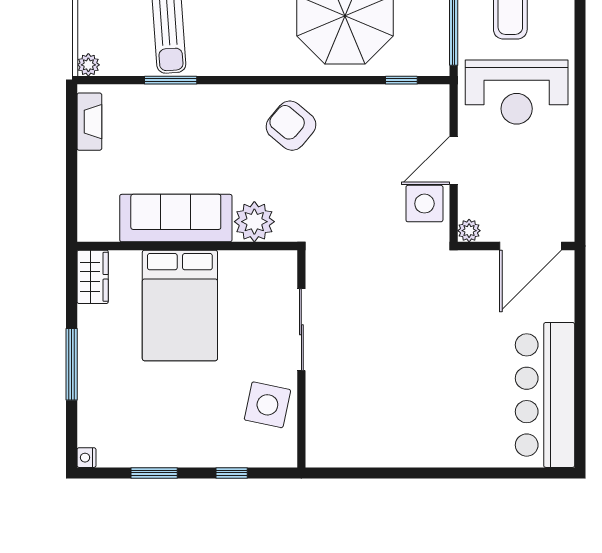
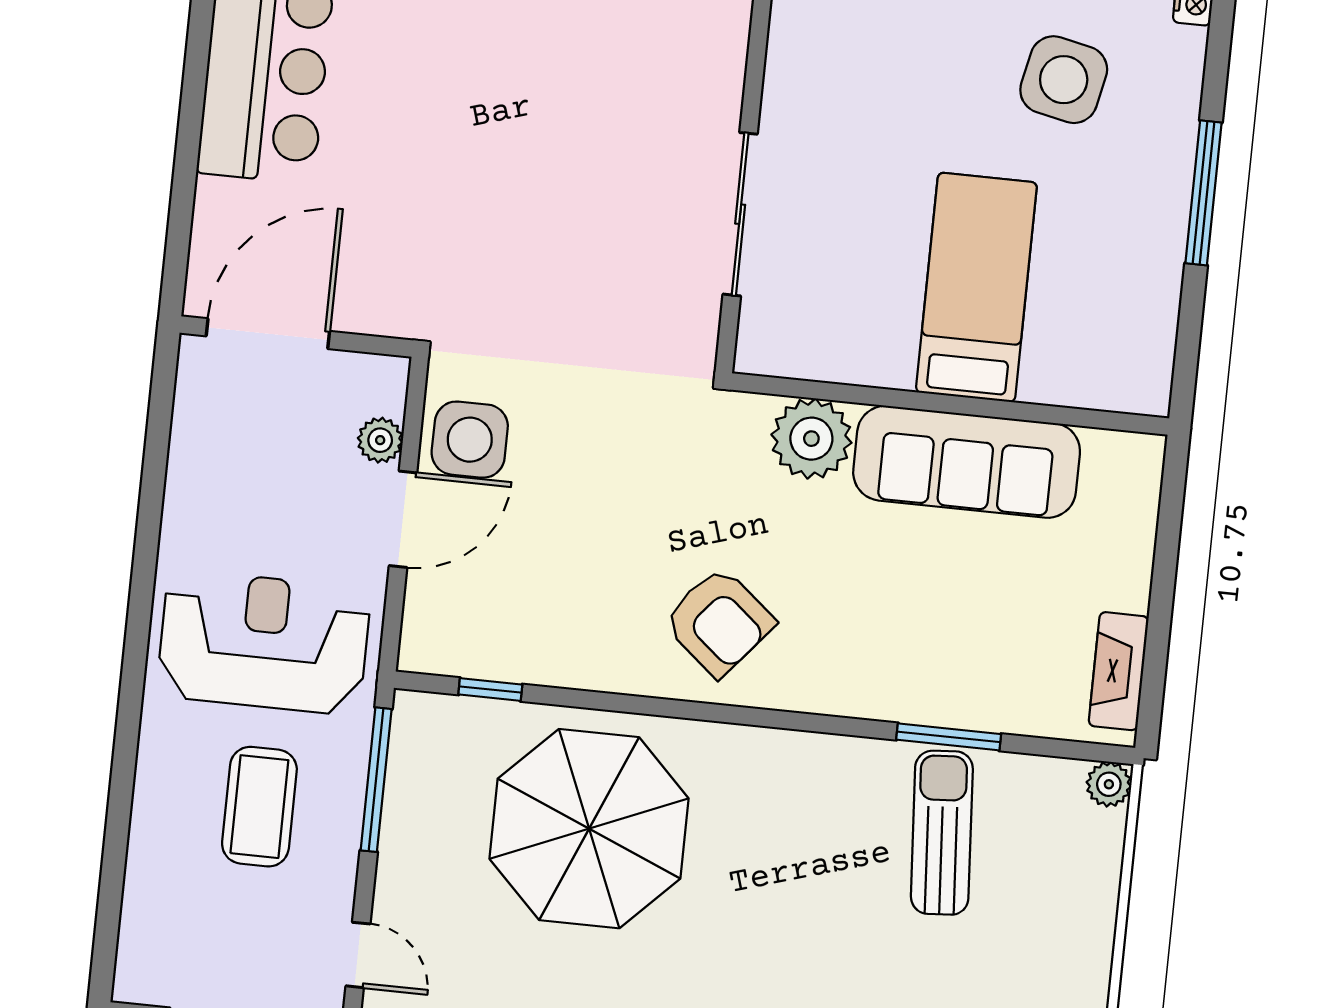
plant: (469, 231) -> (380, 440), moved
wardrobe: (93, 277) -> (1144, 362), removed
bed: (180, 305) -> (976, 287), width x0.67
side table: (267, 405) -> (1064, 80), moved

